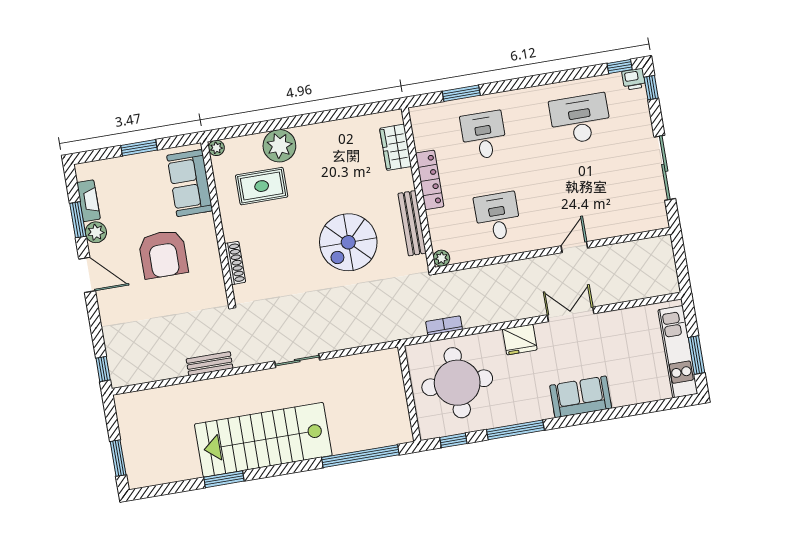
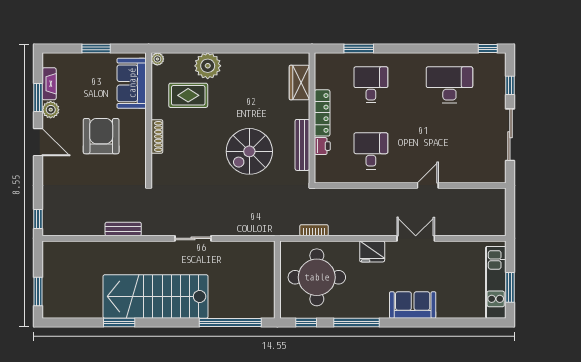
printer: (634, 79) -> (322, 146), moved, turned -90
window: (651, 88) -> (510, 85), moved
armchair: (163, 254) -> (101, 136), turned 180
plant: (441, 258) -> (321, 176), removed
shoe rack: (235, 263) -> (157, 136), moved

